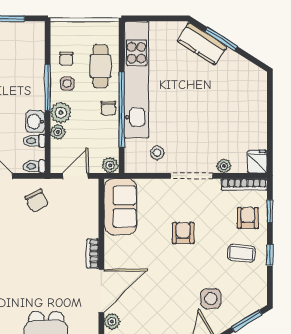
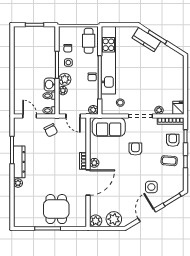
cafe table: (100, 66) -> (89, 41), moved
door: (75, 176) -> (73, 116), swing flipped
sofa: (120, 207) -> (109, 127), moved, turned 90
plant: (112, 321) -> (94, 163), moved

